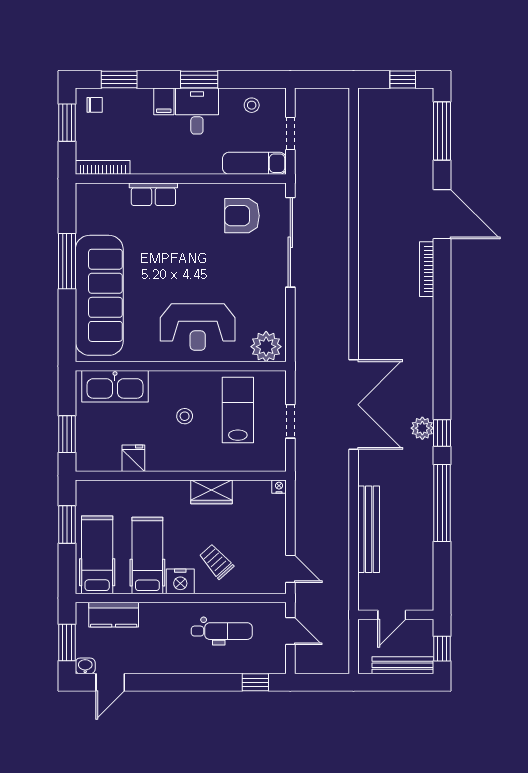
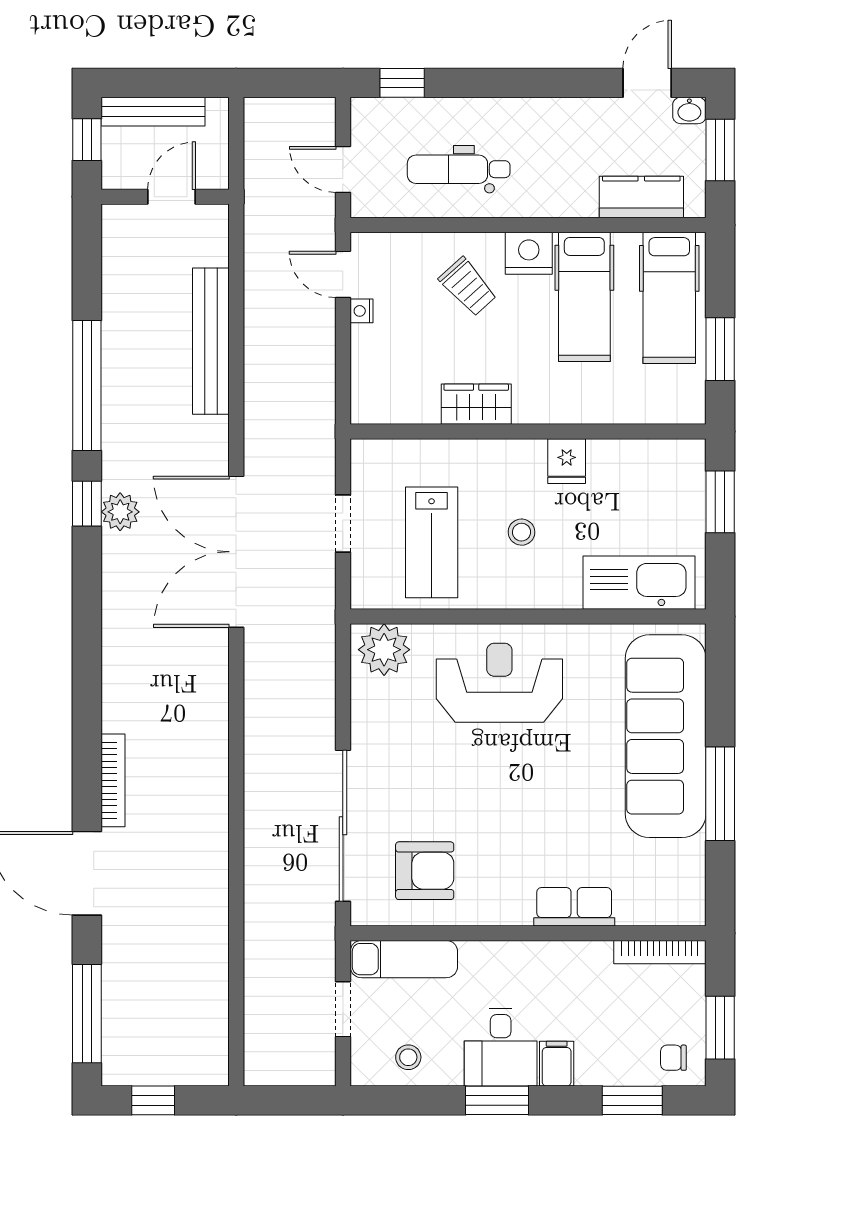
fridge: (133, 458) -> (567, 461), moved
nightstand: (279, 487) -> (361, 311), moved, turned 90

